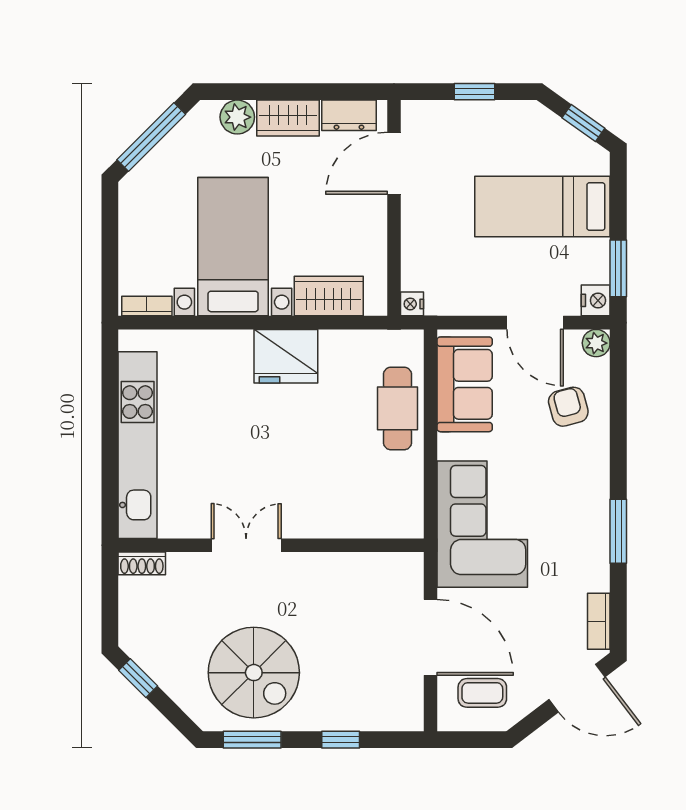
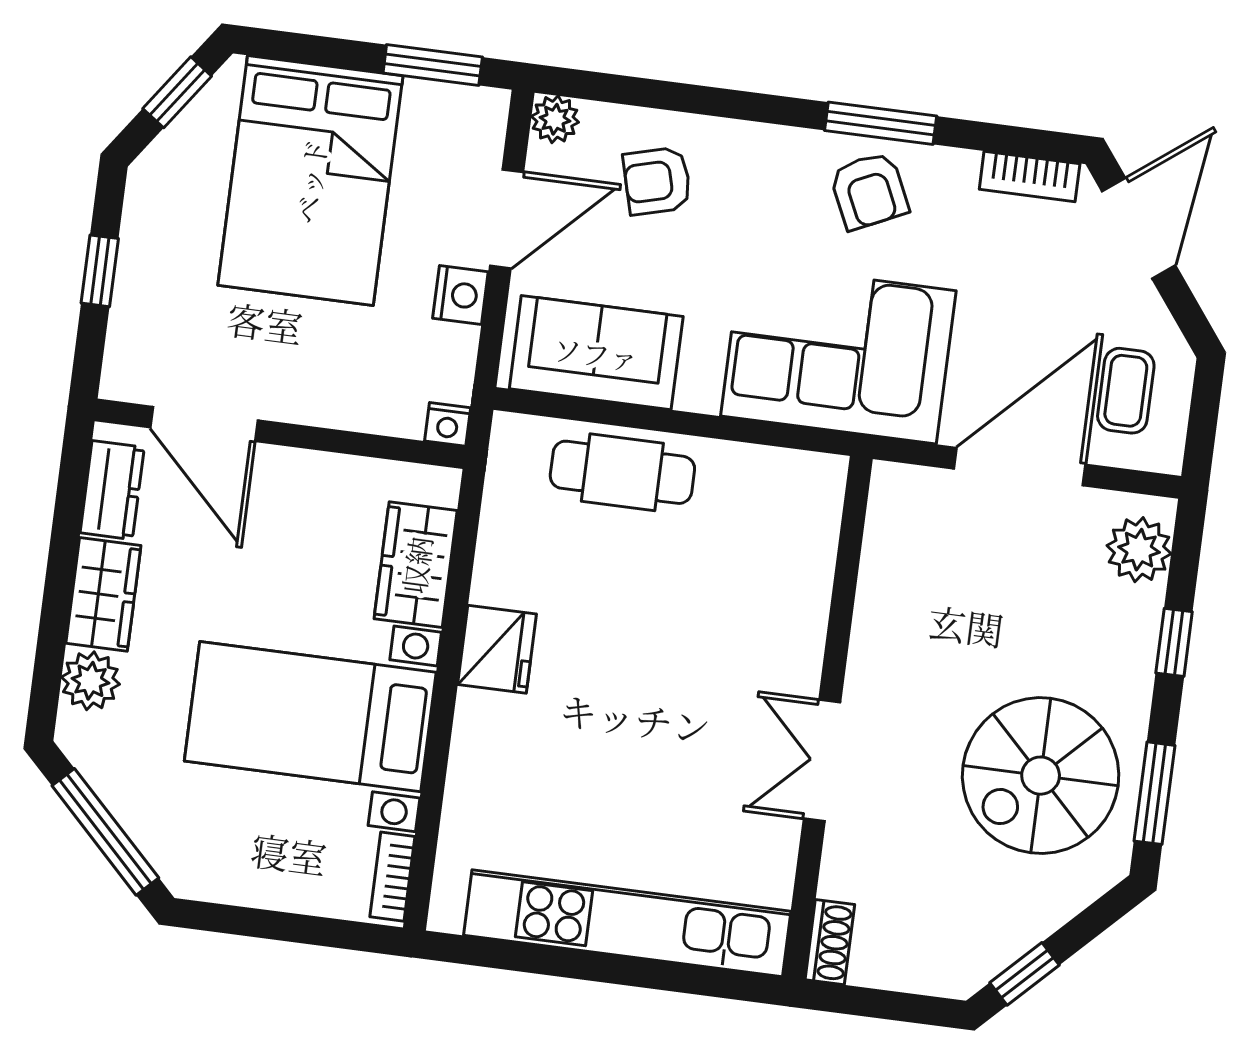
bed: (542, 206) -> (310, 181), width x1.50
nightstand: (596, 300) -> (460, 295), moved, turned 90
fridge: (286, 356) -> (497, 649), width x0.73, depth x0.75
armchair: (578, 530) -> (869, 191), added
spiral stairs: (254, 673) -> (1041, 776), turned 180
plant: (392, 712) -> (1139, 550), added

